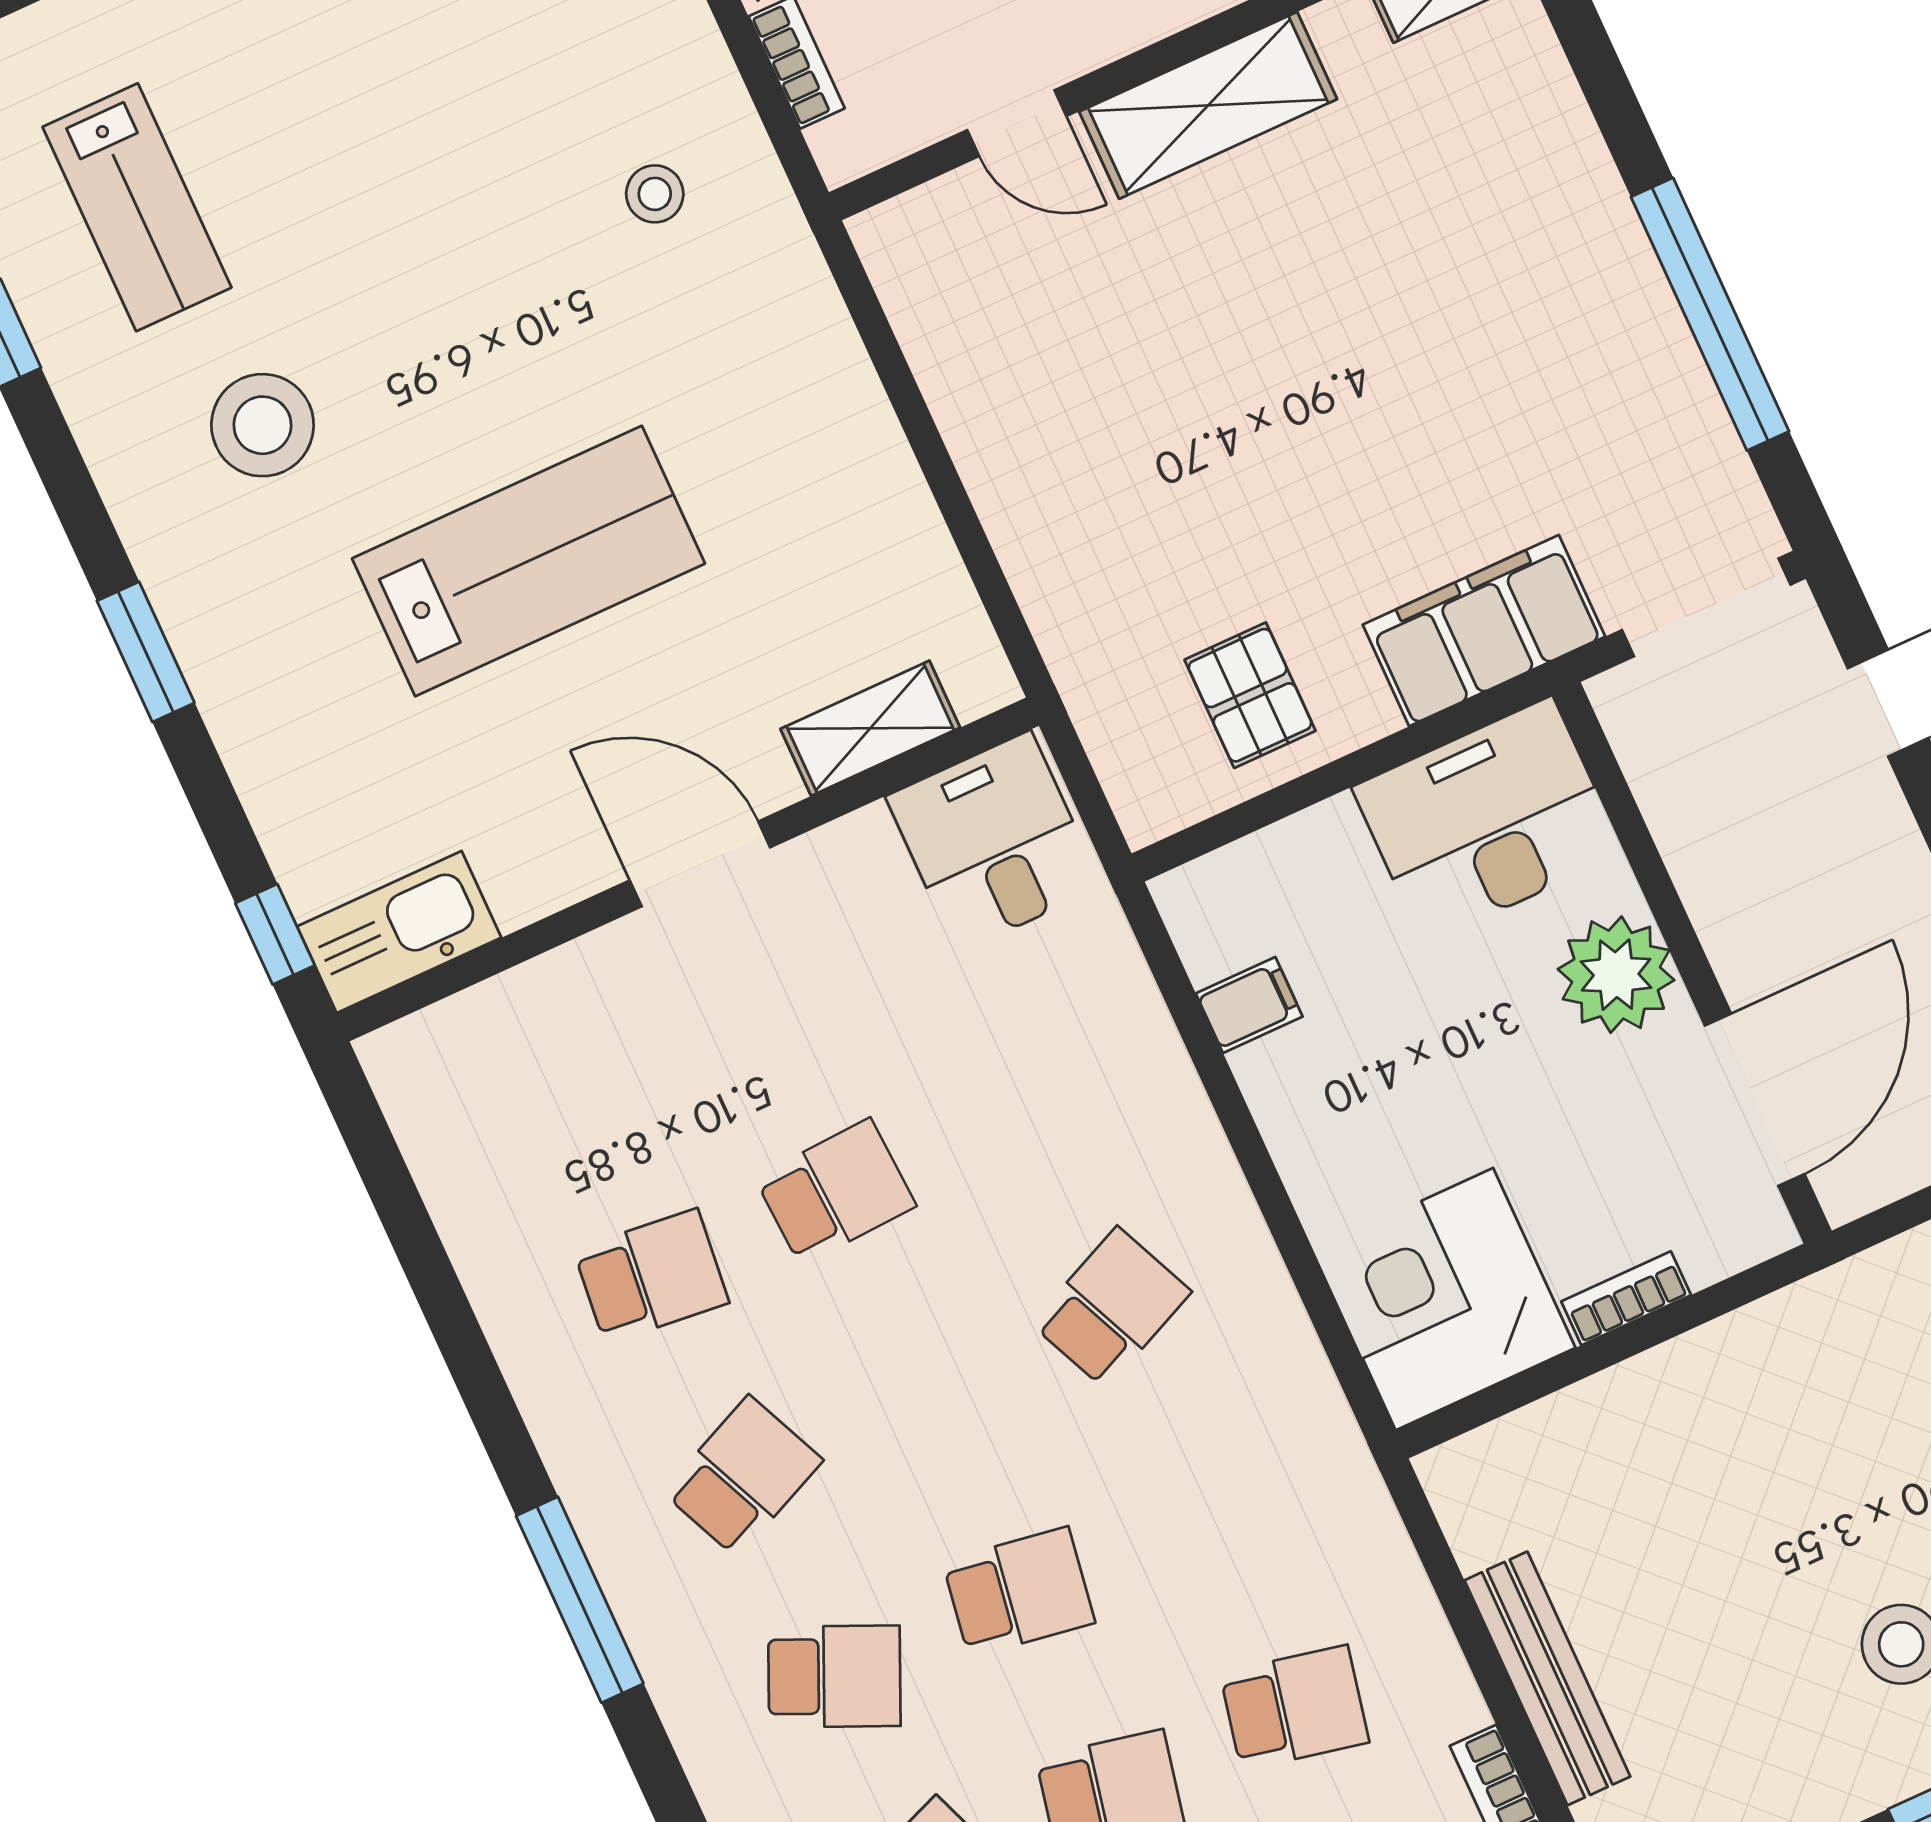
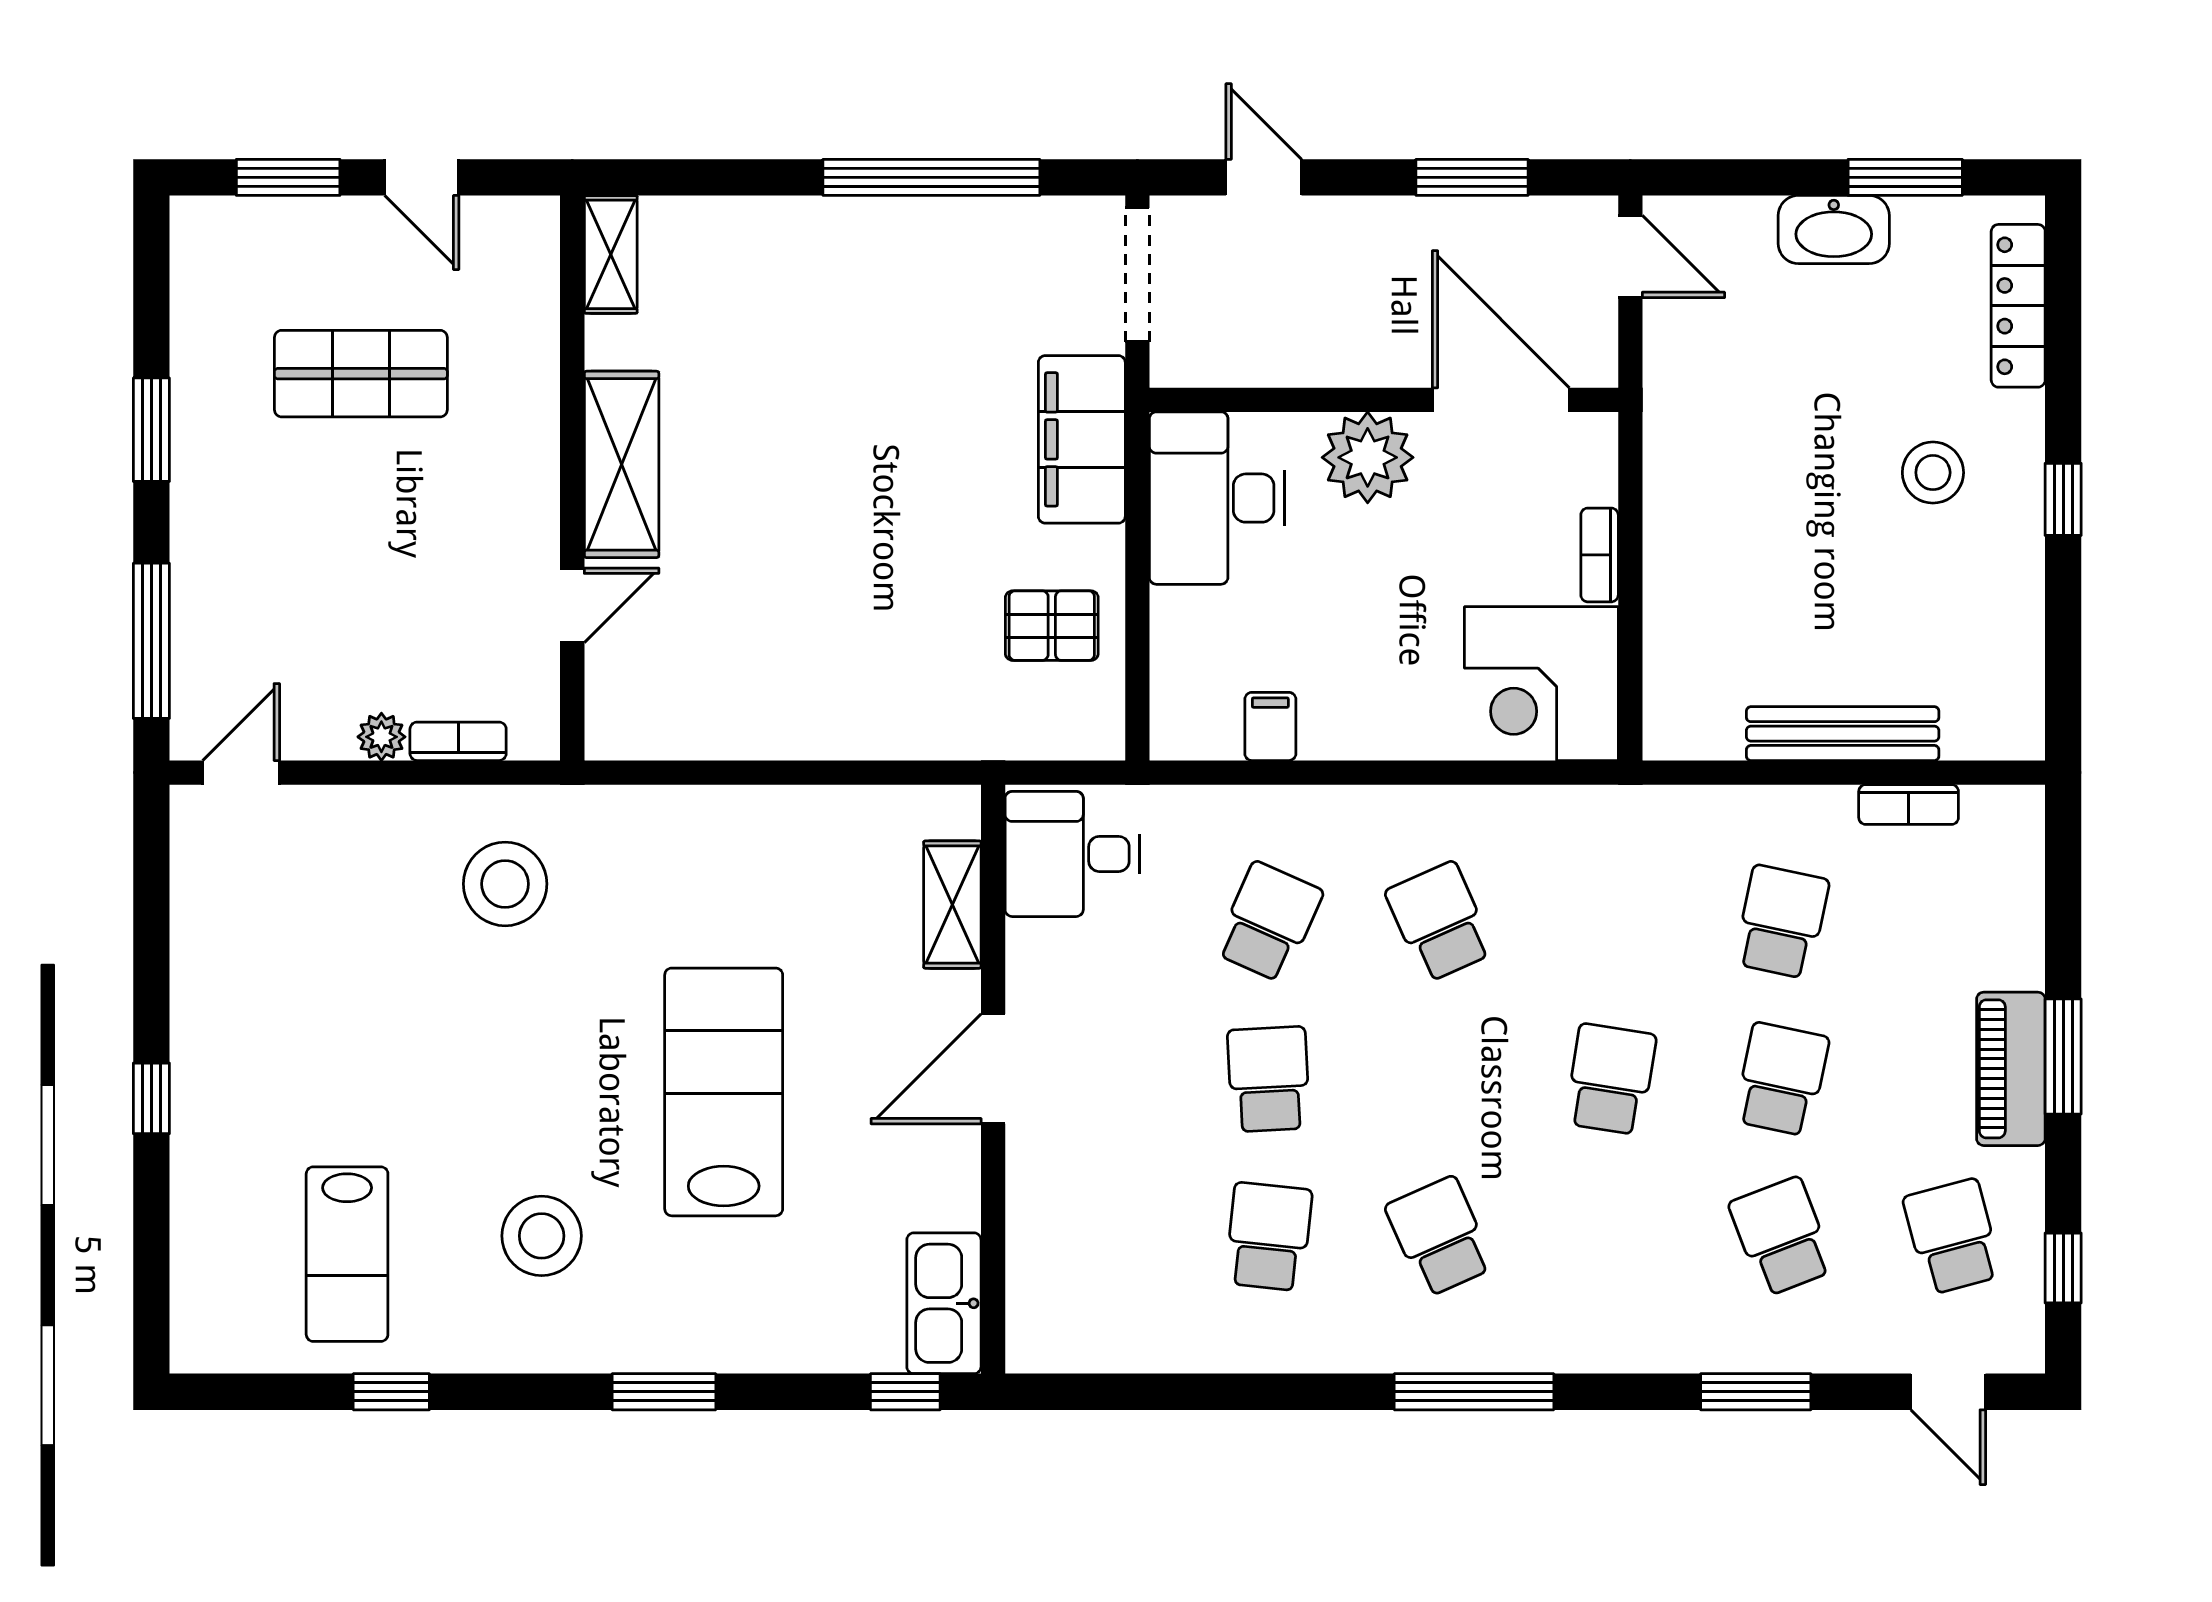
stool: (655, 194) -> (505, 884), width x1.89, depth x1.89
lab bench: (137, 207) -> (347, 1254), turned 90
school desk: (834, 1676) -> (1269, 922), moved

